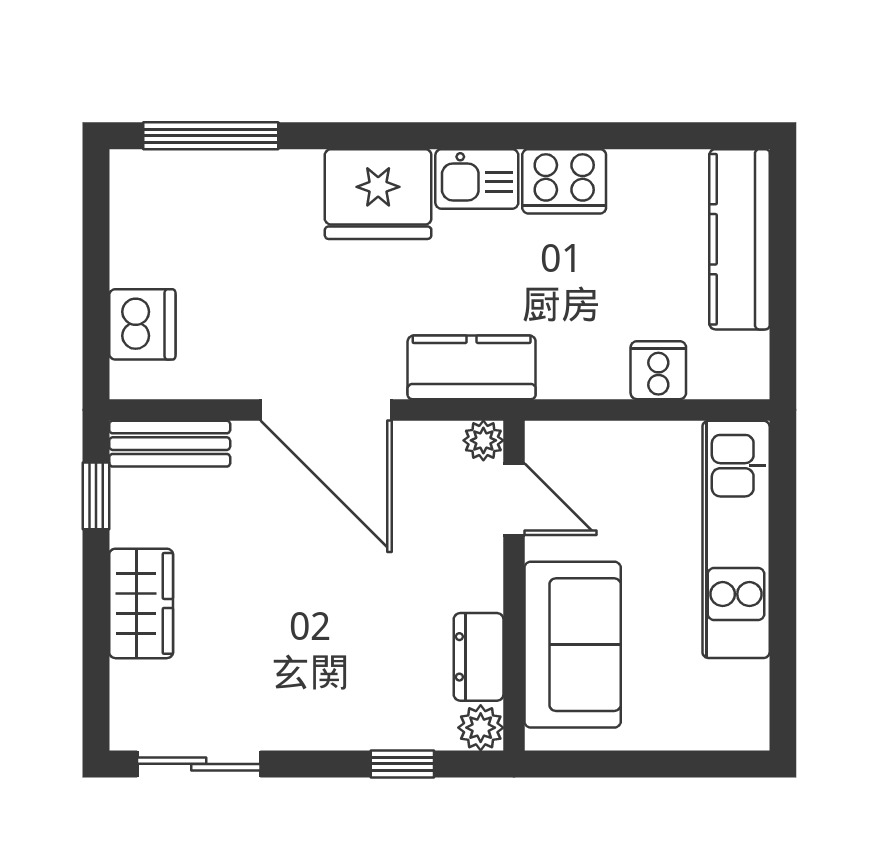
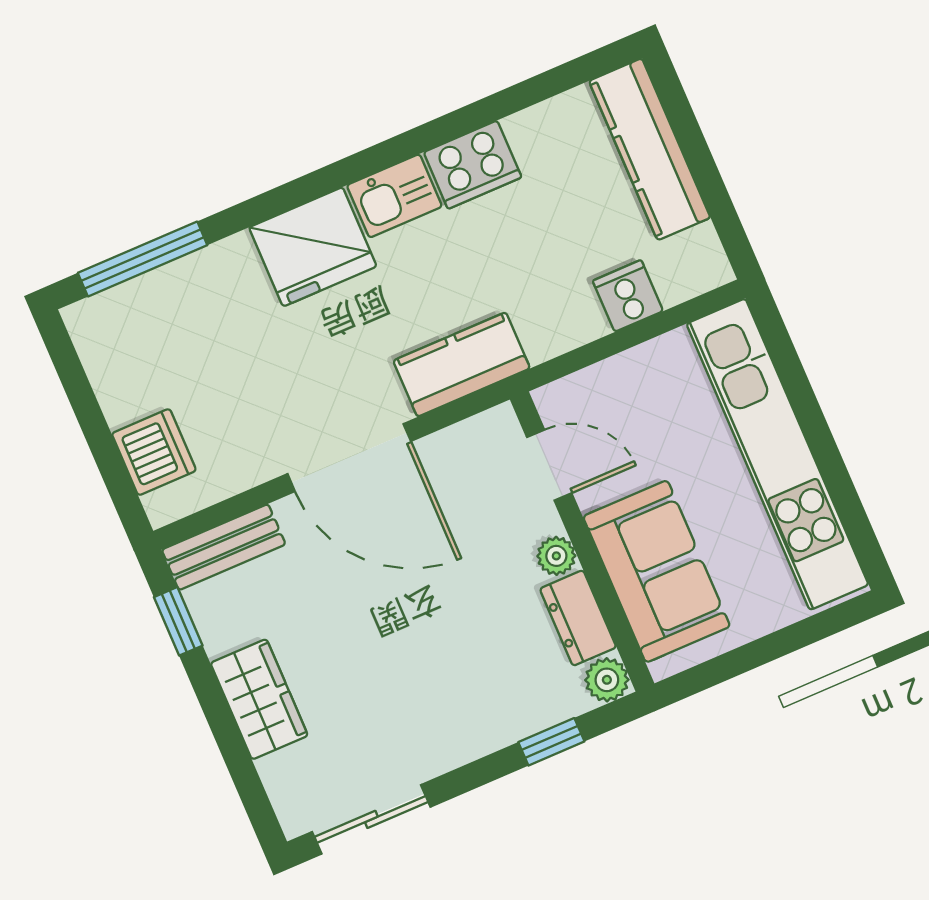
plant: (483, 440) -> (556, 556), moved
kitchen unit: (736, 539) -> (777, 454), width x1.36

